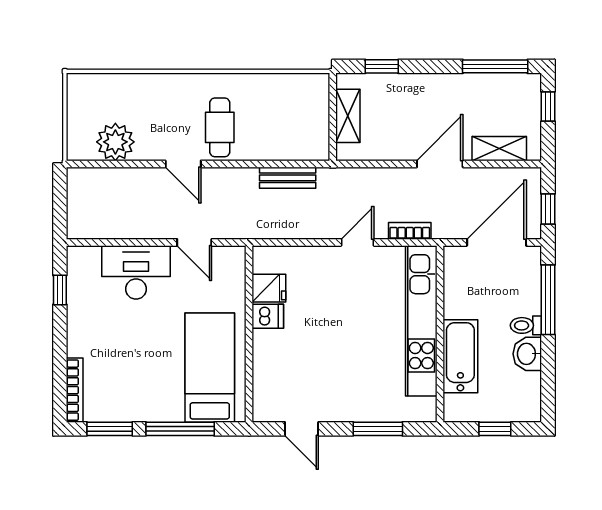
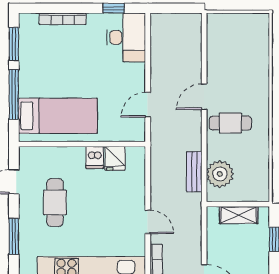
plant: (115, 142) -> (220, 174), moved
desk: (136, 272) -> (126, 37), moved
cafe table: (330, 372) -> (55, 202), added
bookcase: (75, 390) -> (63, 19), moved

